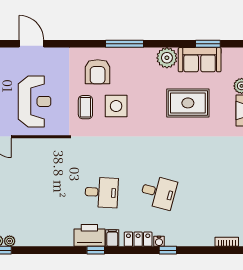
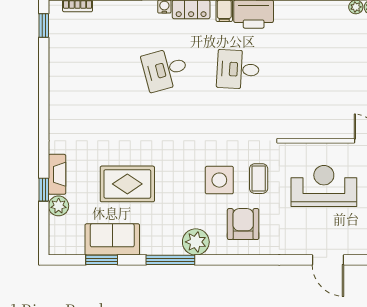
window: (125, 44) -> (170, 260), moved
plant: (167, 58) -> (196, 242), moved
reception desk: (35, 101) -> (324, 186), turned 90
desk: (158, 192) -> (165, 69), turned -30

